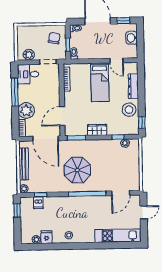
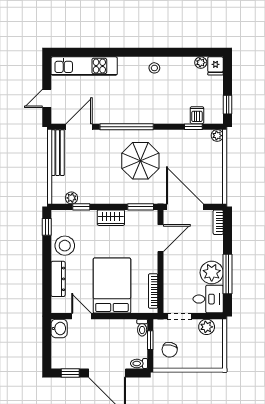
washbasin: (132, 38) -> (59, 328), moved
bed: (100, 82) -> (112, 286), width x1.50
plant: (26, 111) -> (212, 273), moved
bench: (24, 164) -> (58, 153), moved
fridge: (47, 237) -> (215, 66), moved

